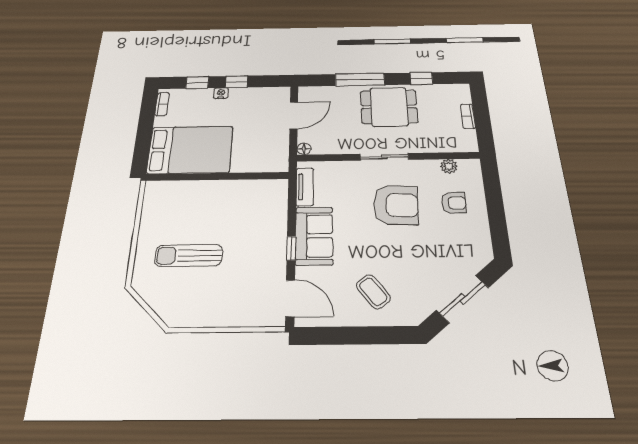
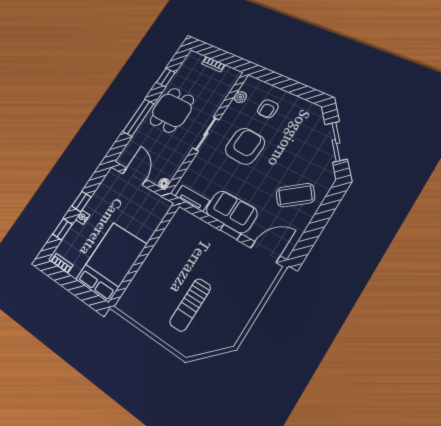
armchair: (454, 203) -> (268, 109), turned 180
coffee table: (373, 292) -> (295, 195), width x1.36, depth x1.30

